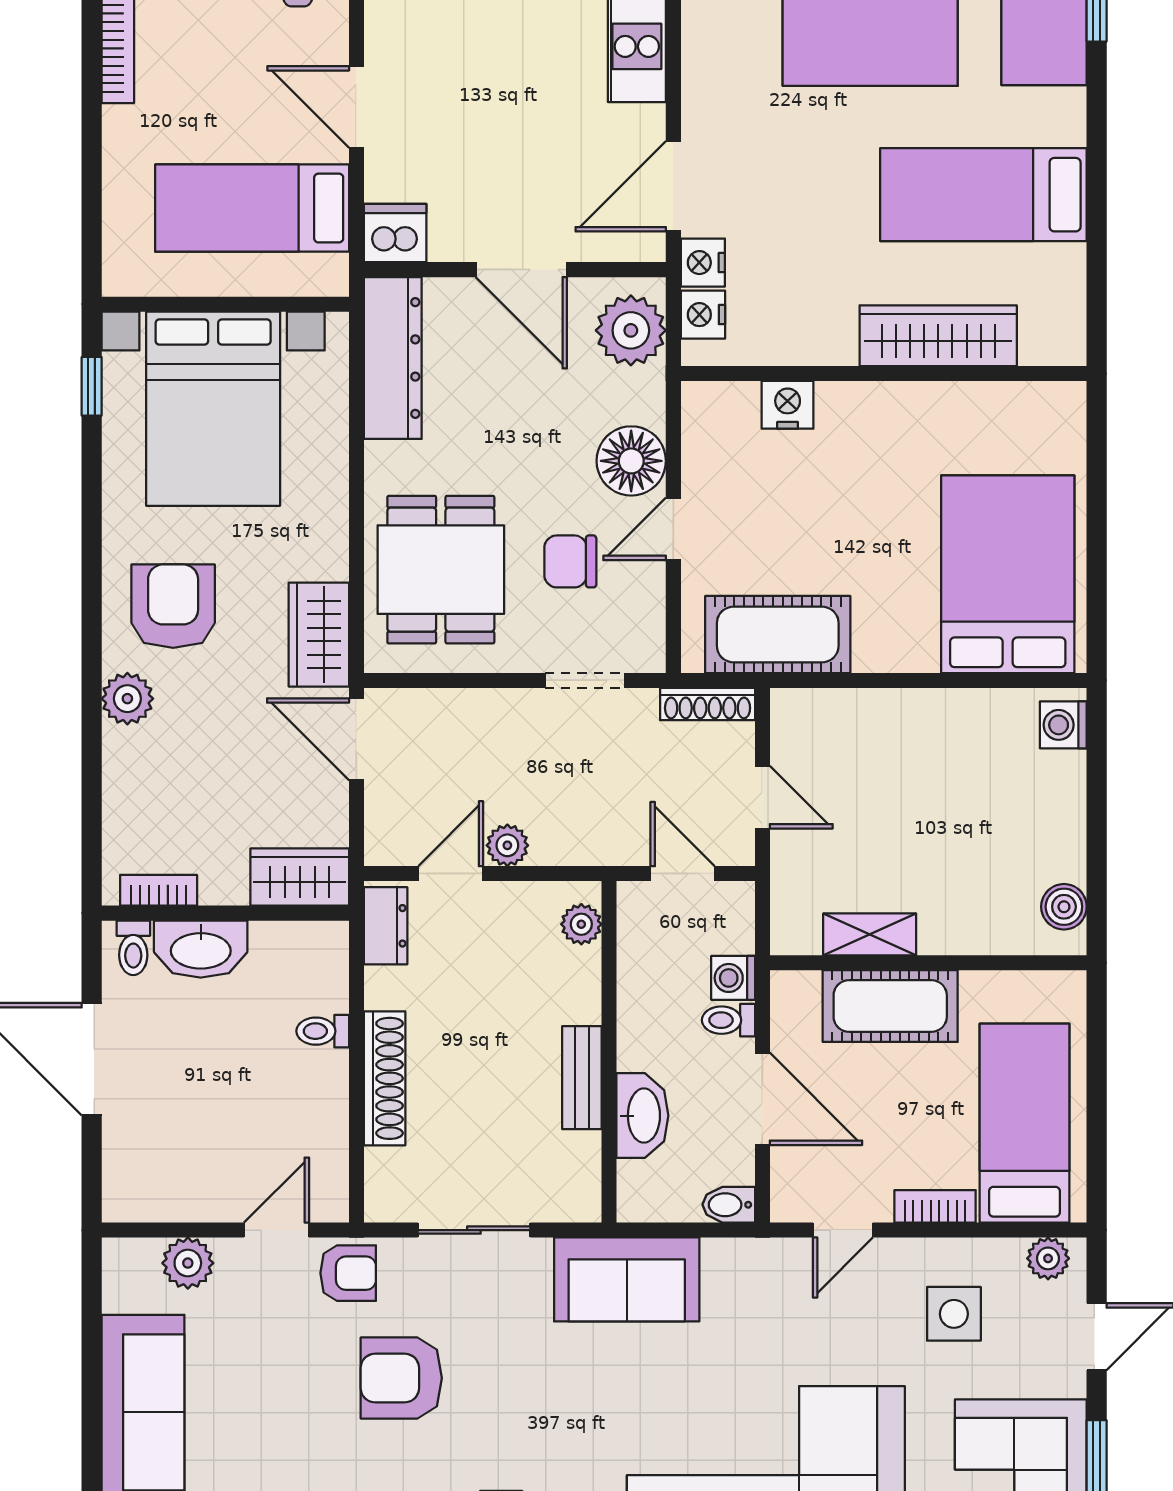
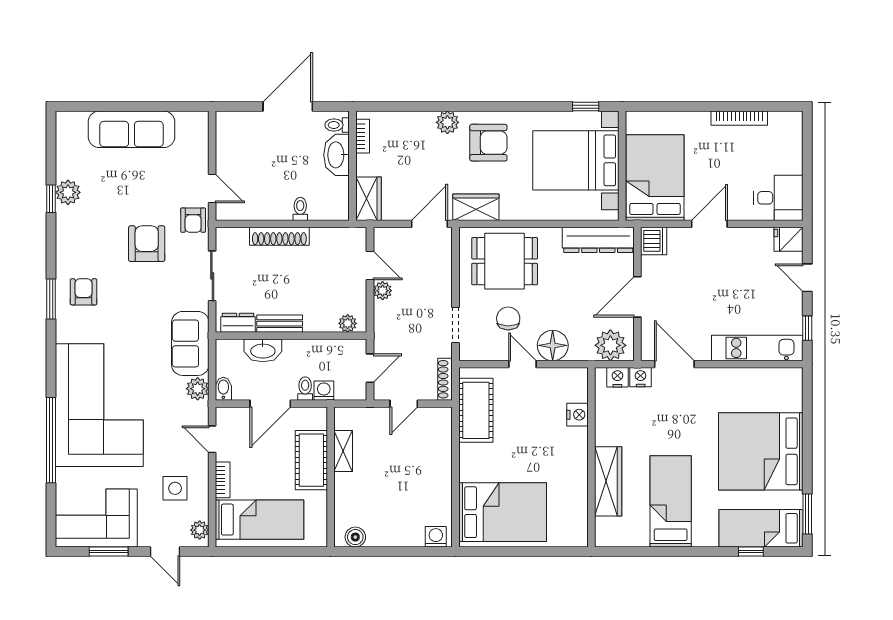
bed: (252, 208) -> (655, 178), width x1.50
dresser: (386, 926) -> (238, 323), moved, turned 180
plant: (188, 1263) -> (198, 389), moved

